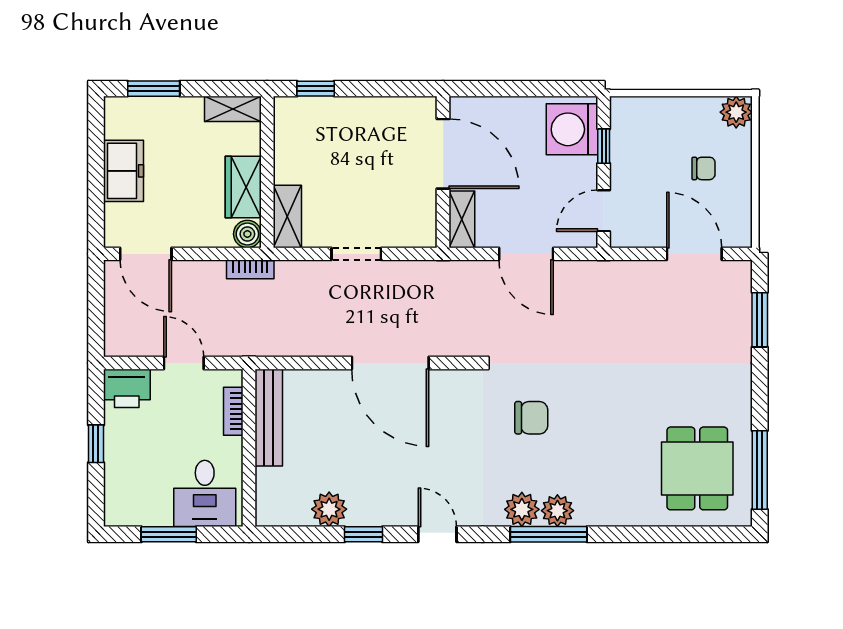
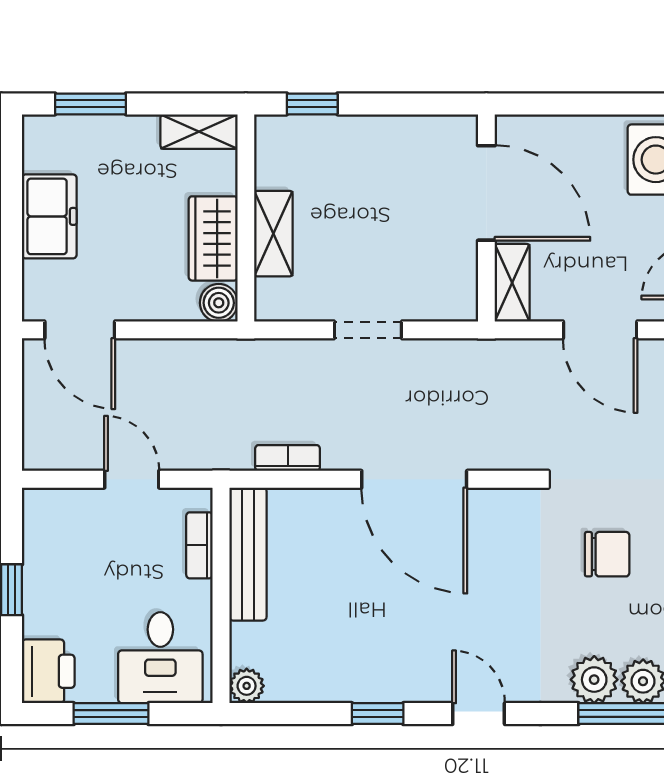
shelving: (287, 216) -> (273, 234), moved
bookcase: (250, 269) -> (288, 458), moved, turned 180
printer: (127, 388) -> (48, 671), moved, turned -90
plant: (329, 509) -> (247, 686), moved, width x0.73, depth x0.73

